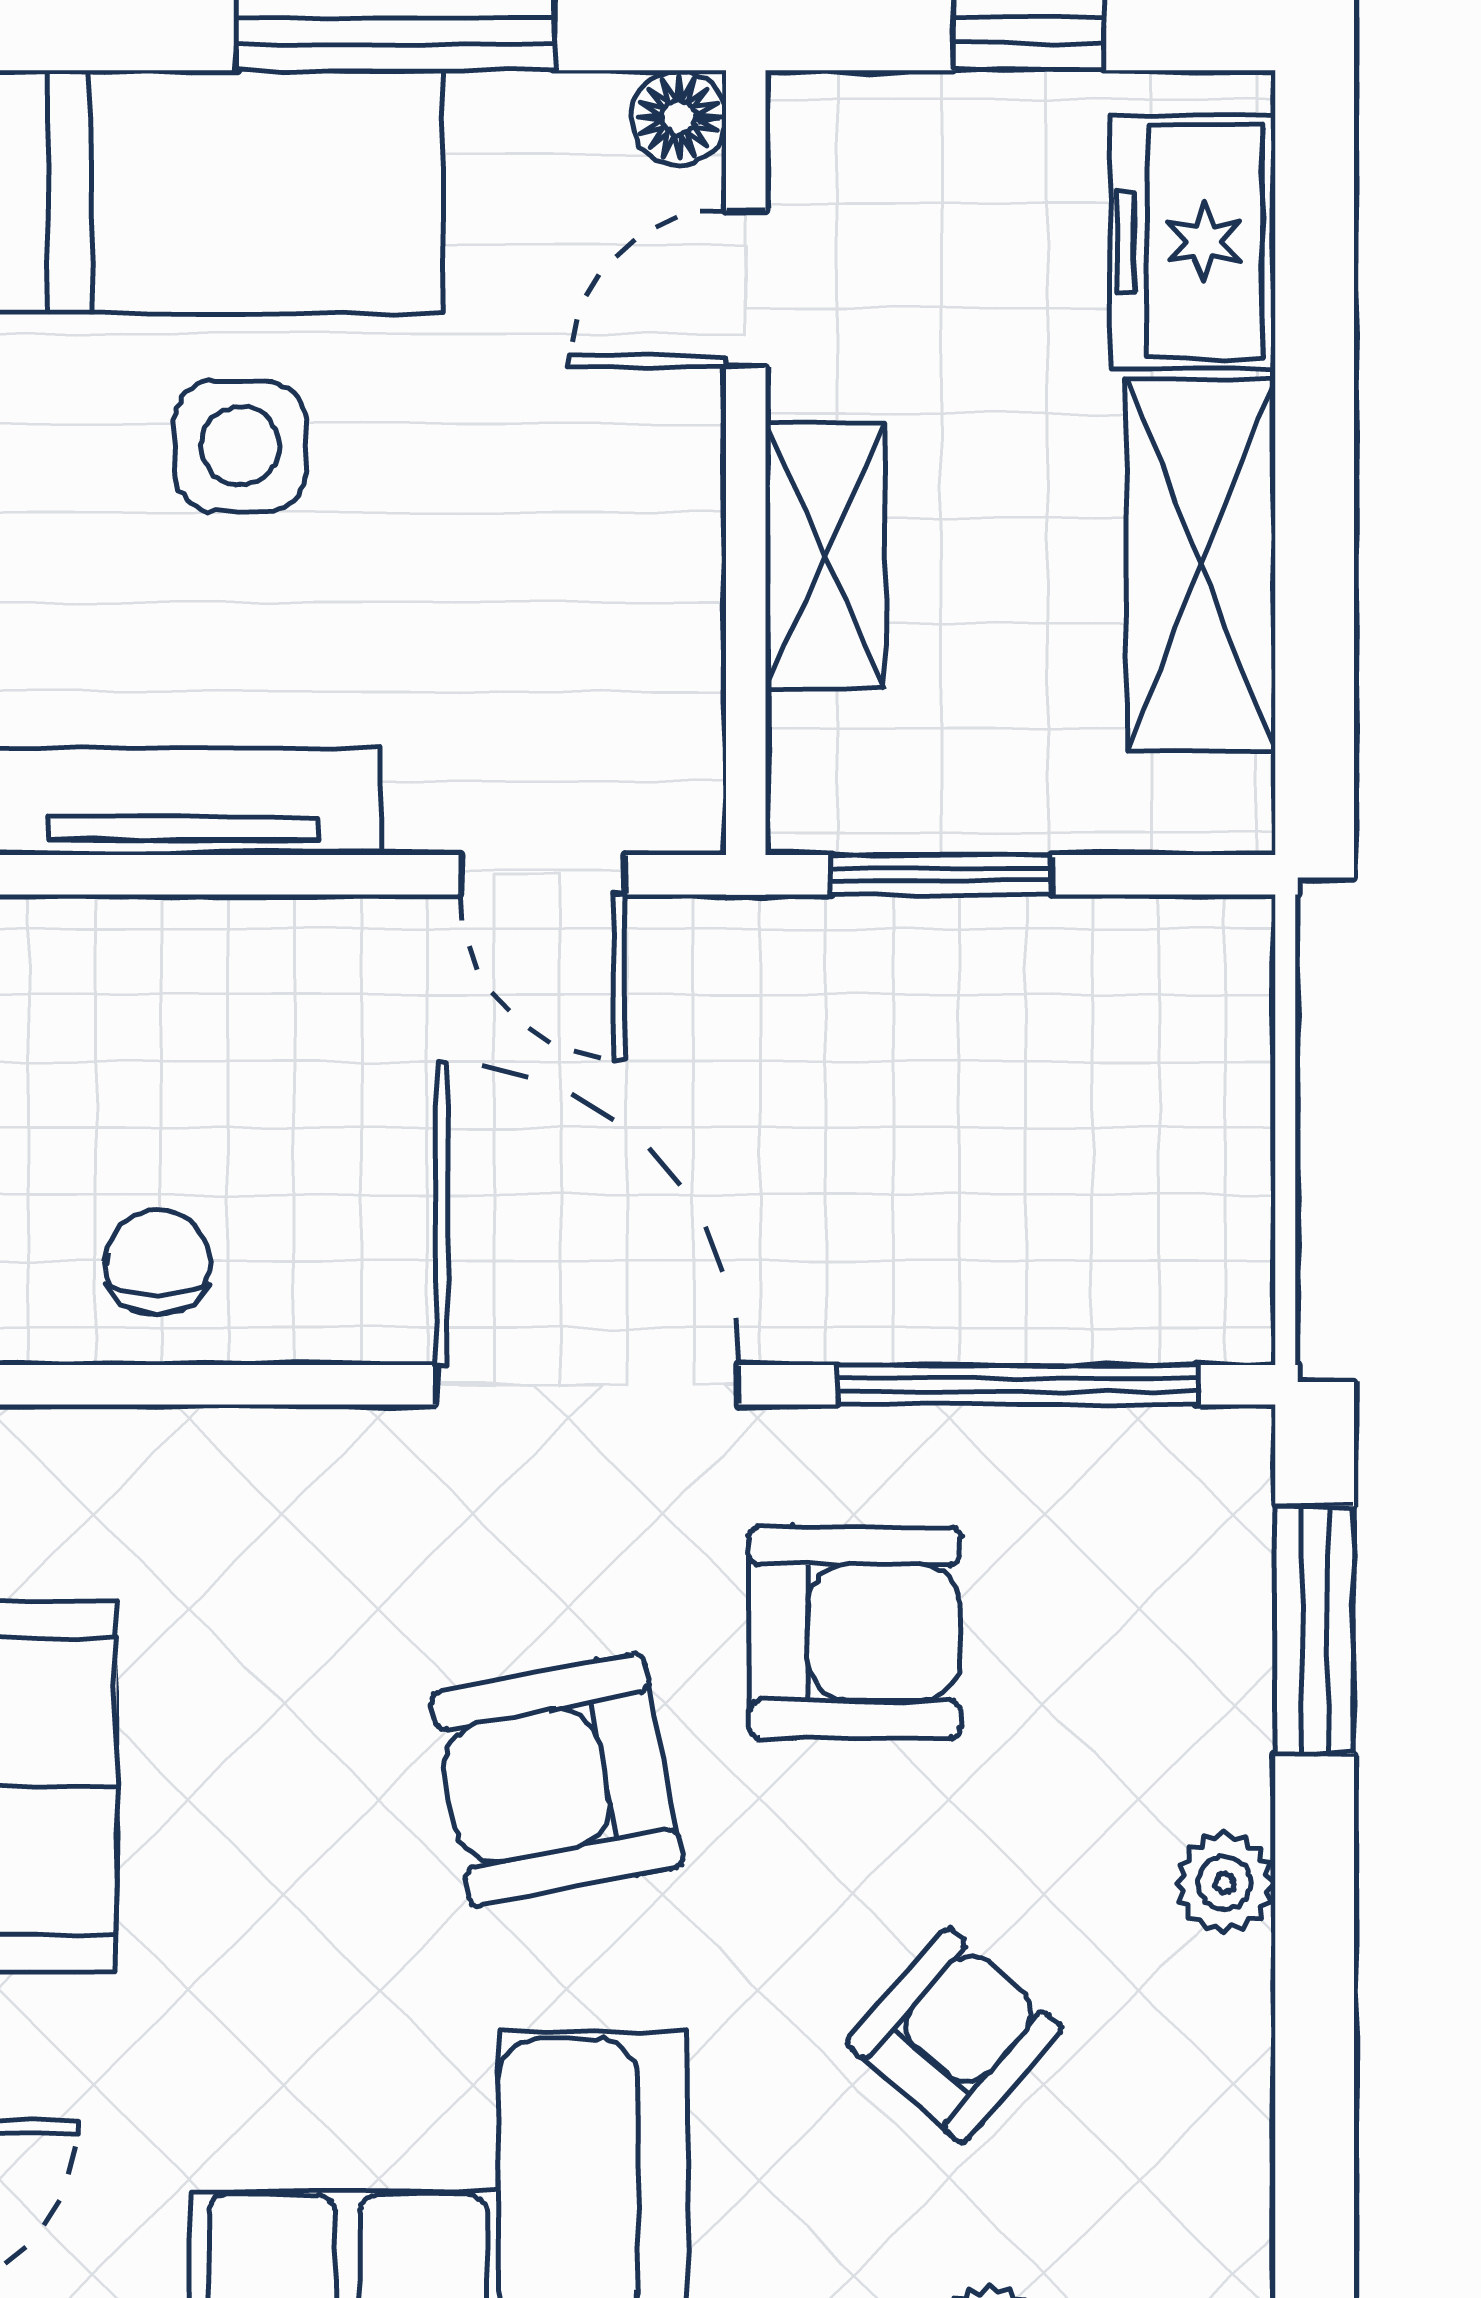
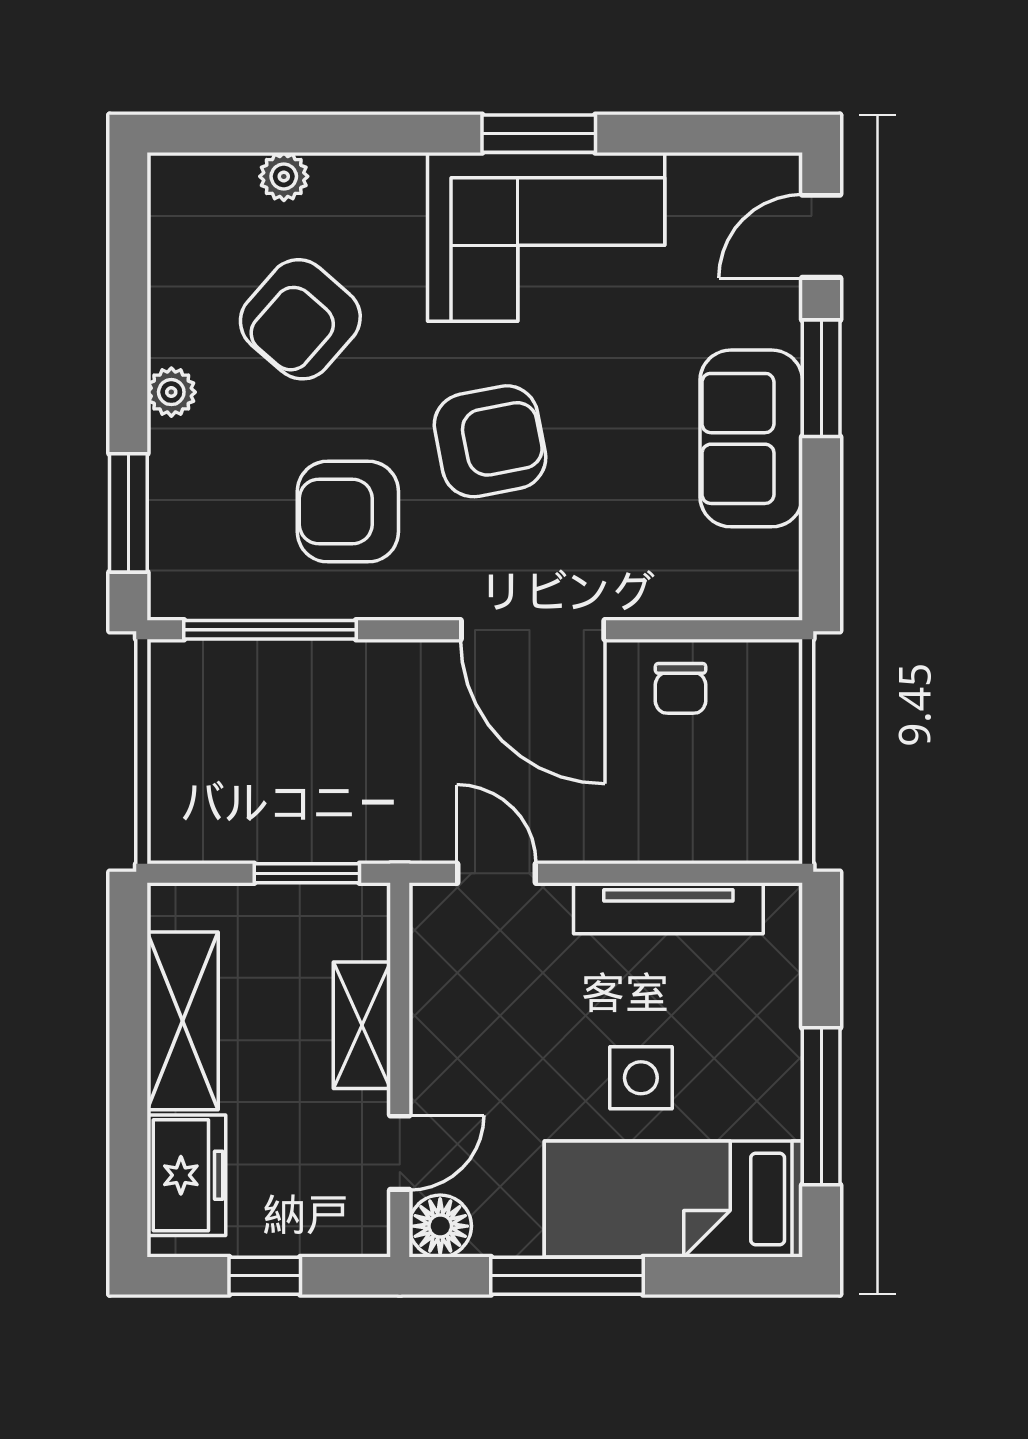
floor lamp: (679, 118) -> (440, 1226), width x1.37, depth x1.37
door: (587, 1385) -> (533, 630), moved
armchair: (954, 2036) -> (300, 319), width x1.38, depth x1.38

